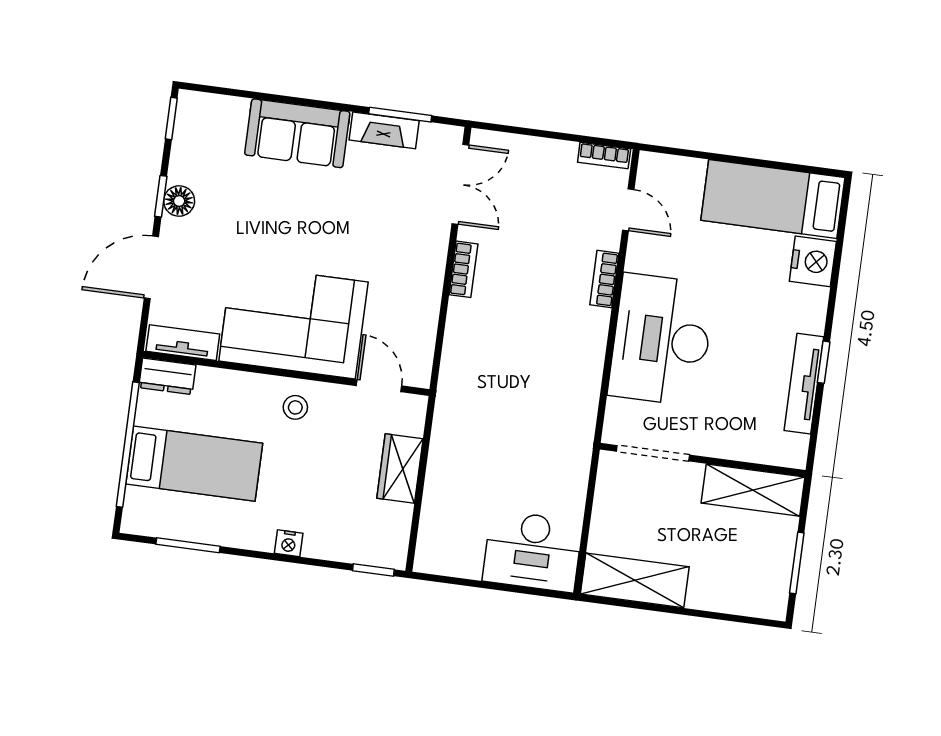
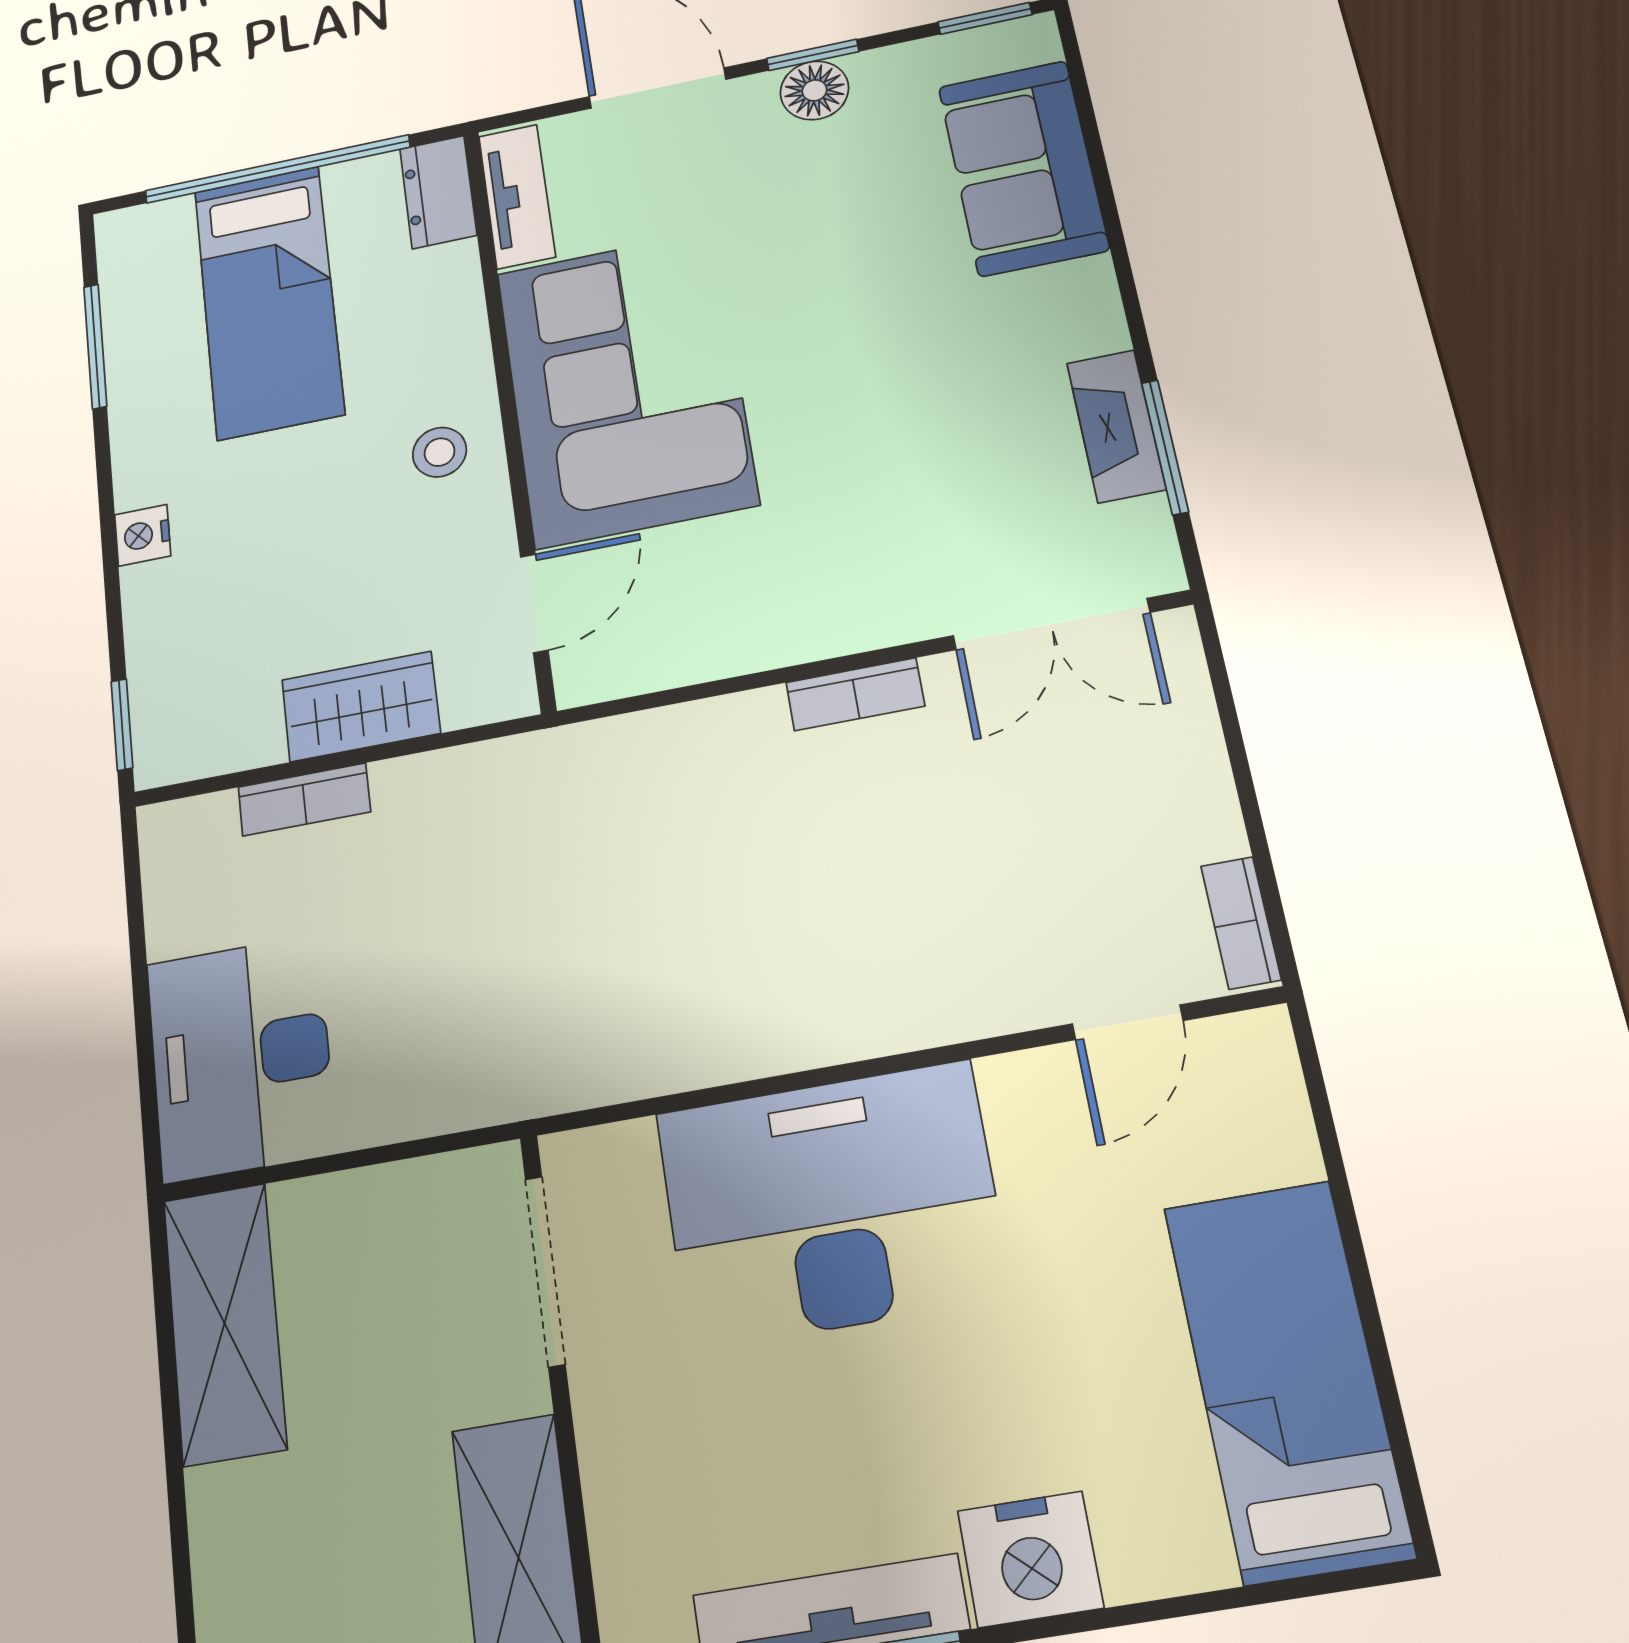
sofa: (297, 133) -> (1023, 168), moved
nightstand: (813, 261) -> (1030, 1559), moved
bookcase: (604, 279) -> (304, 799), moved, turned 180

